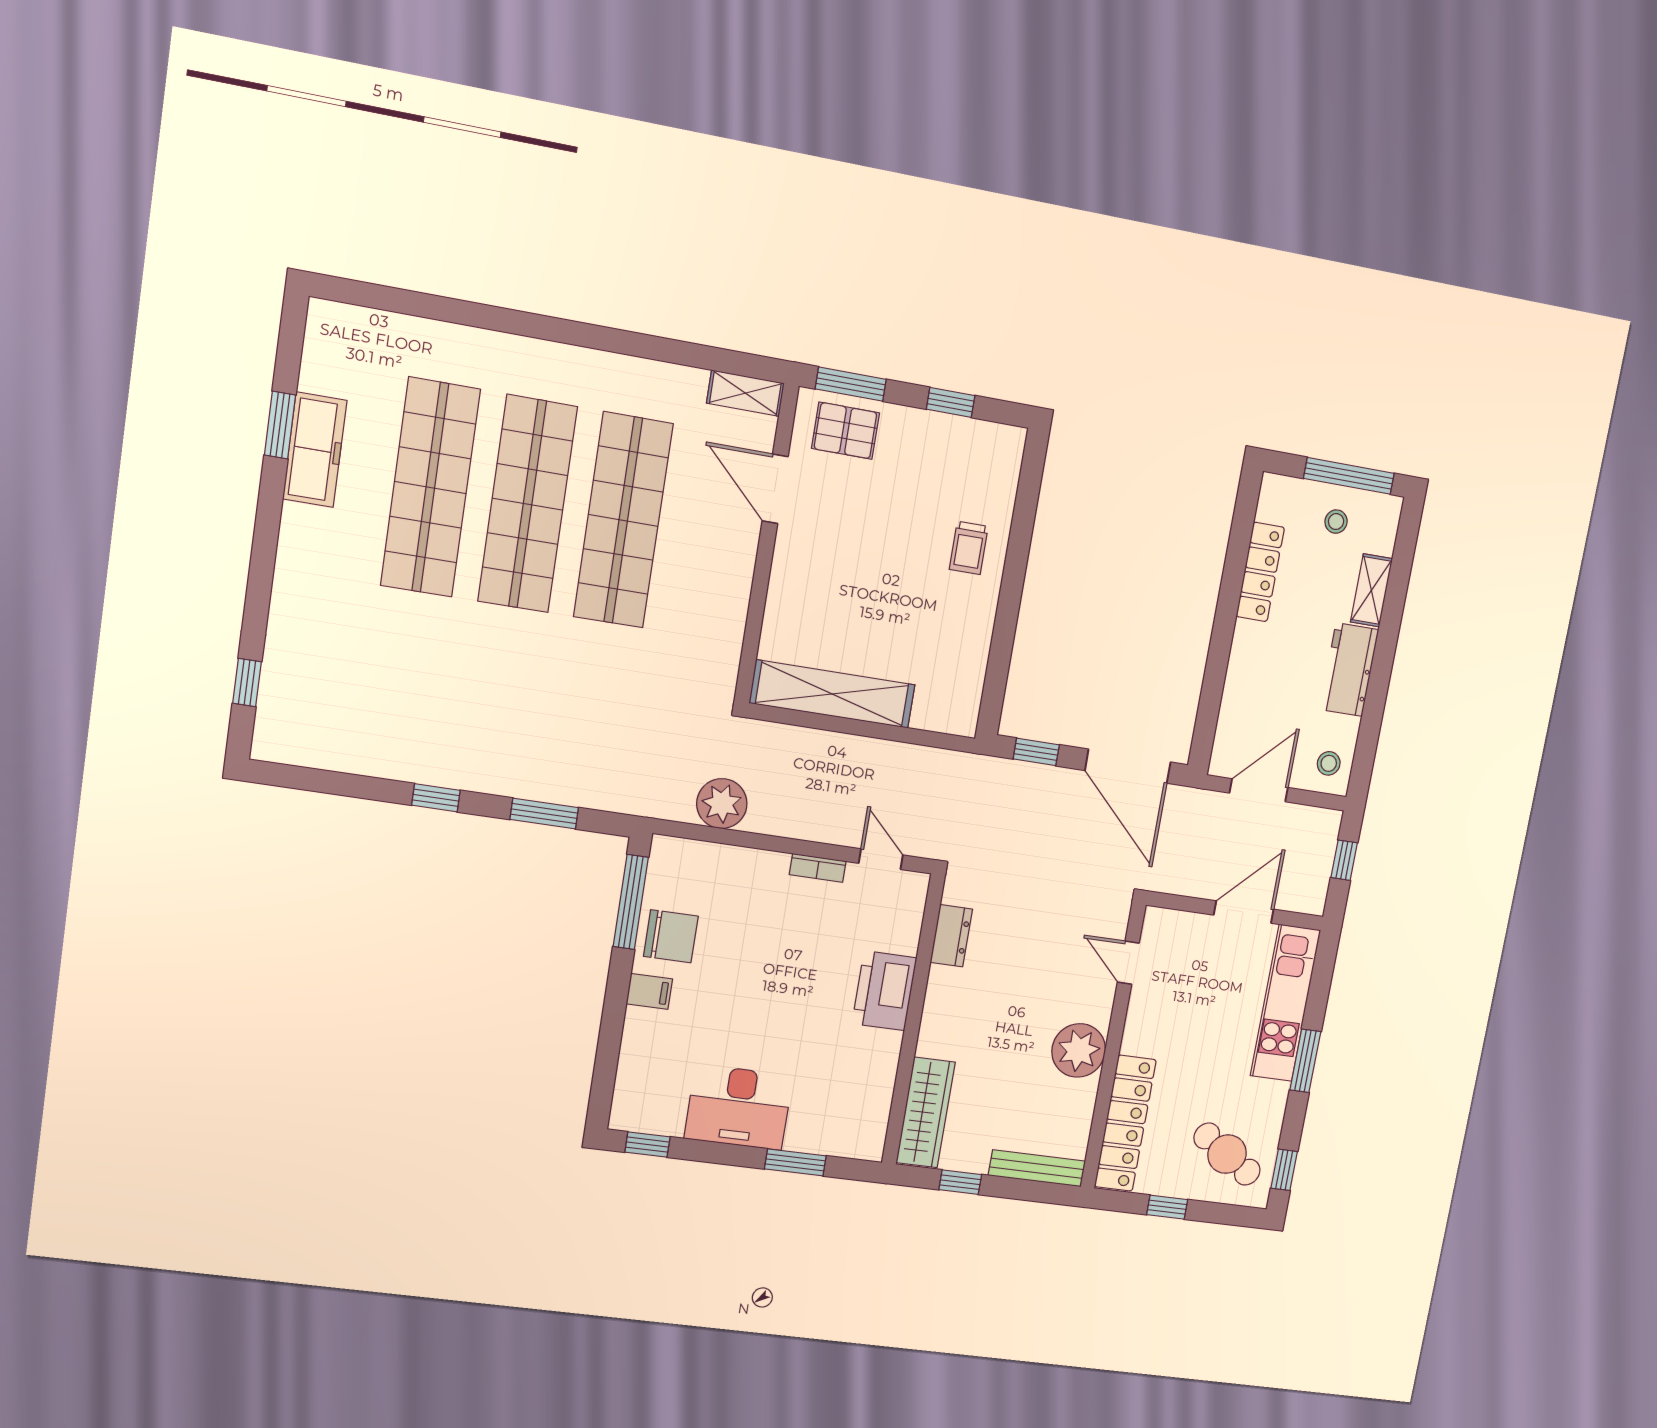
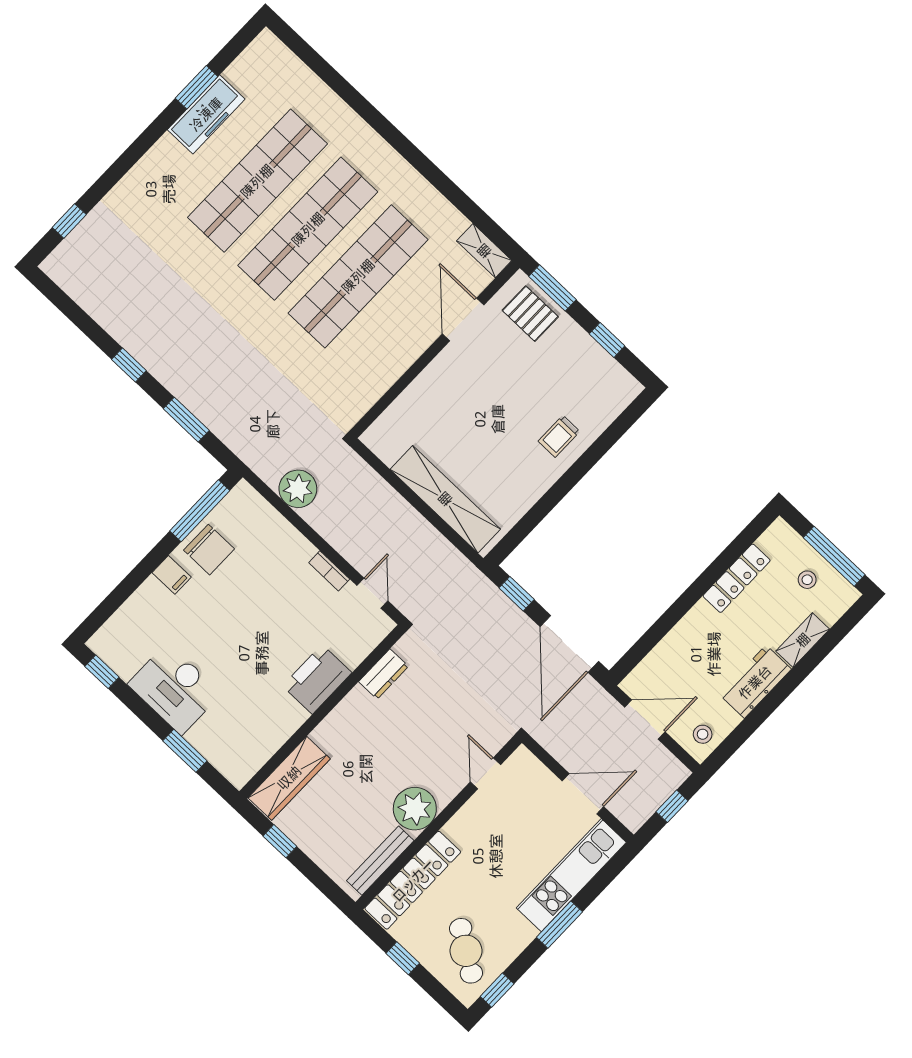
shelving: (832, 694) -> (445, 499), moved
bench: (1037, 1168) -> (380, 861), moved, turned 90

